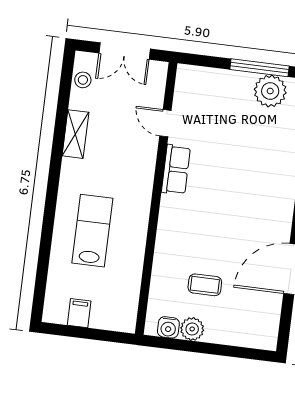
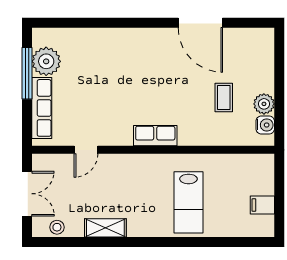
row of seats: (219, 80) -> (42, 108), added
row of seats: (176, 170) -> (155, 136), moved
lab bench: (92, 231) -> (188, 202), turned -90

